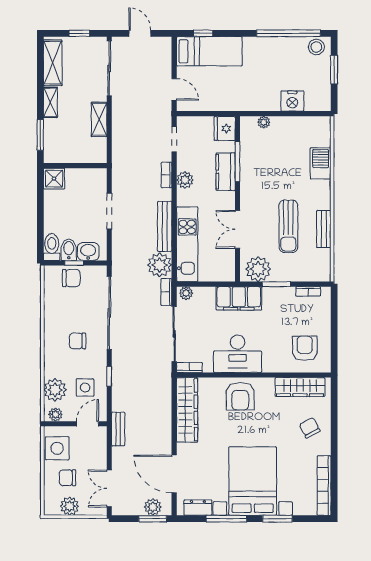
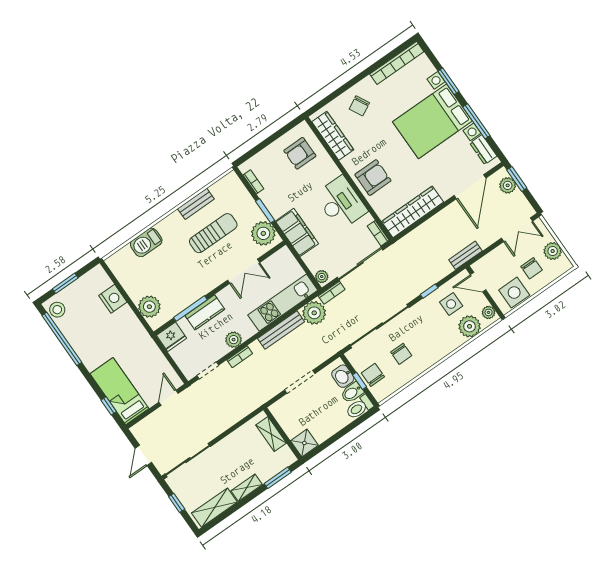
shelving: (99, 119) -> (271, 434), moved, turned 90
plant: (264, 122) -> (149, 307), width x1.87, depth x1.87
chair: (78, 341) -> (401, 354), moved

